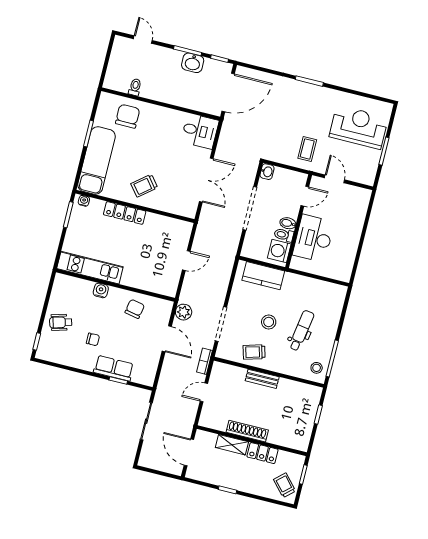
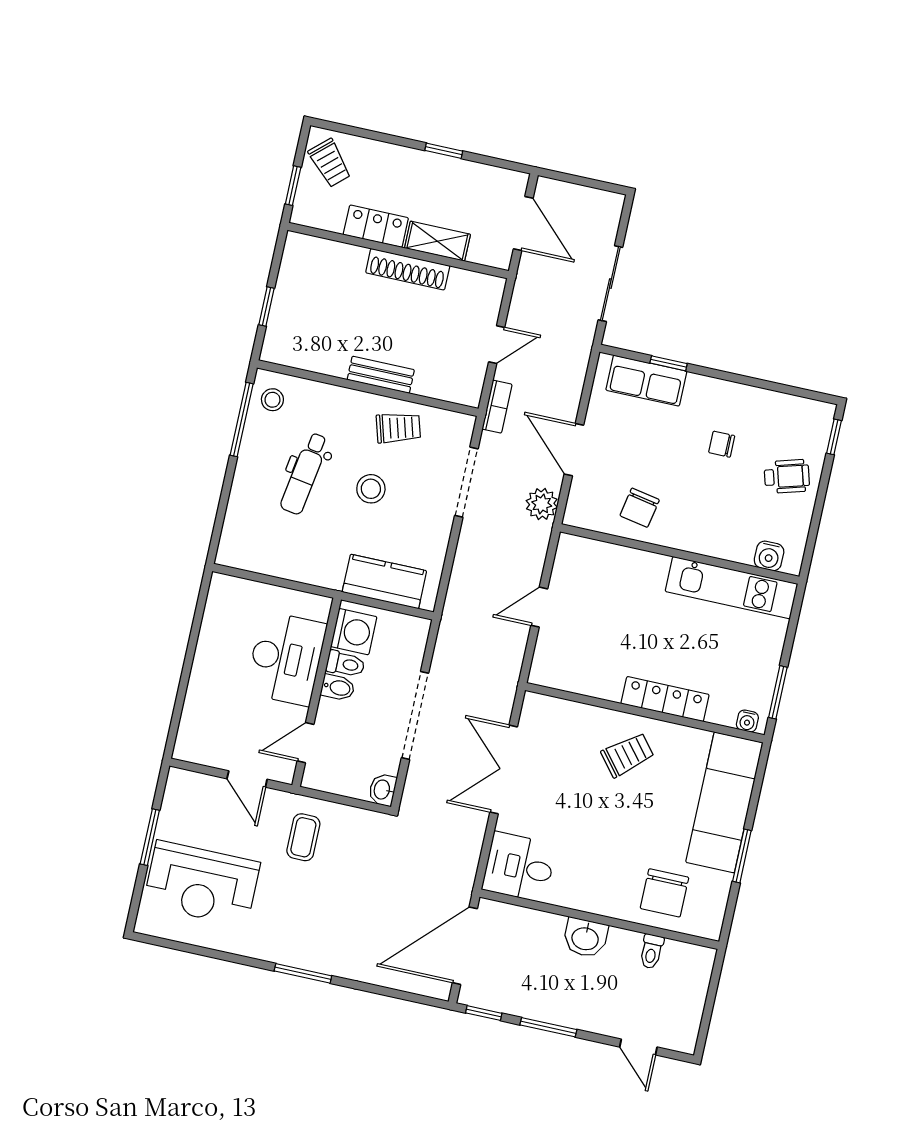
washbasin: (193, 63) -> (585, 938), moved, turned 180
water cooler: (101, 290) -> (769, 556), moved
row of seats: (114, 368) -> (646, 381), moved

